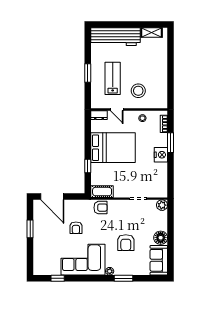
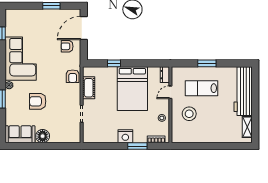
lab bench: (113, 78) -> (201, 88), turned 180
cot: (102, 192) -> (89, 88), moved
plant: (162, 205) -> (75, 137), removed
armchair: (76, 228) -> (67, 46), moved

